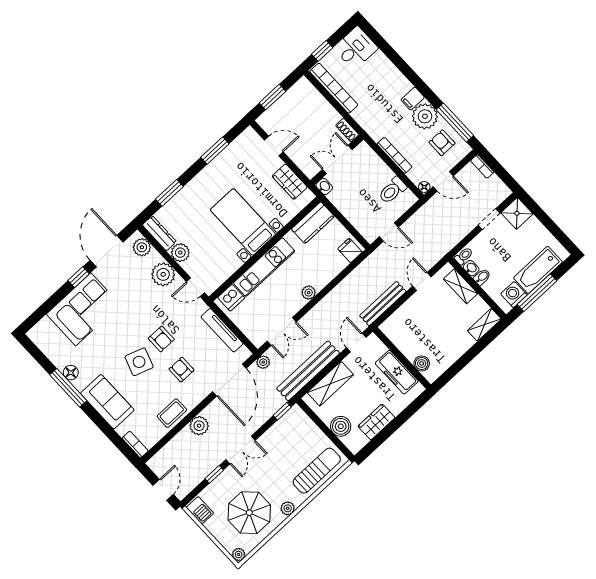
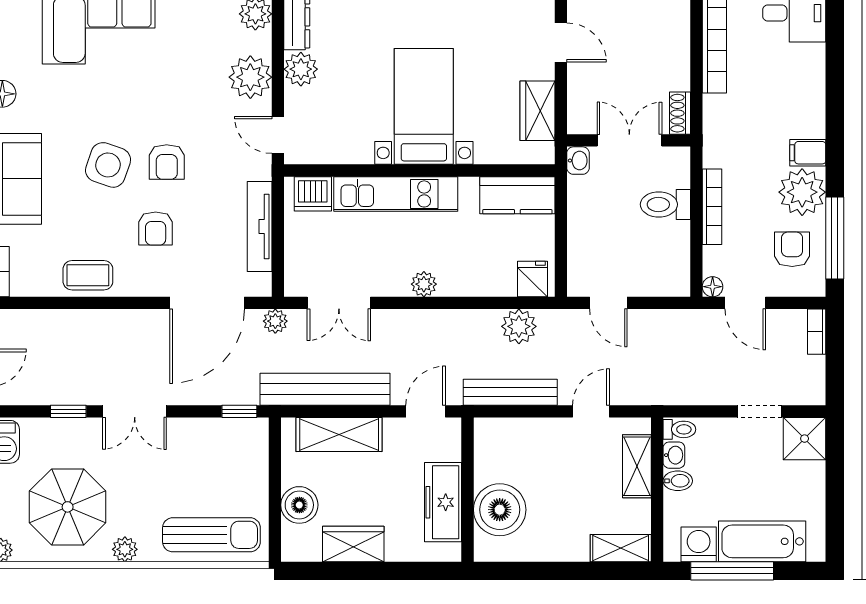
toilet: (392, 190) -> (665, 204), moved
boiler: (422, 363) -> (500, 510), width x1.86, depth x1.86
armchair: (181, 370) -> (156, 229), turned 180
plant: (199, 426) -> (519, 326), moved

